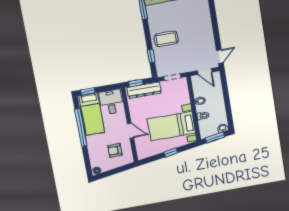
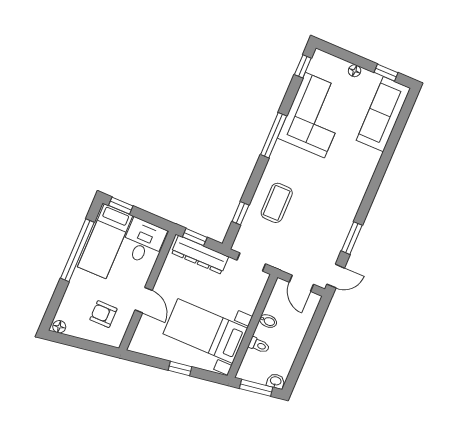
window: (216, 32) -> (352, 238), added
coffee table: (166, 39) -> (277, 203), turned 90

